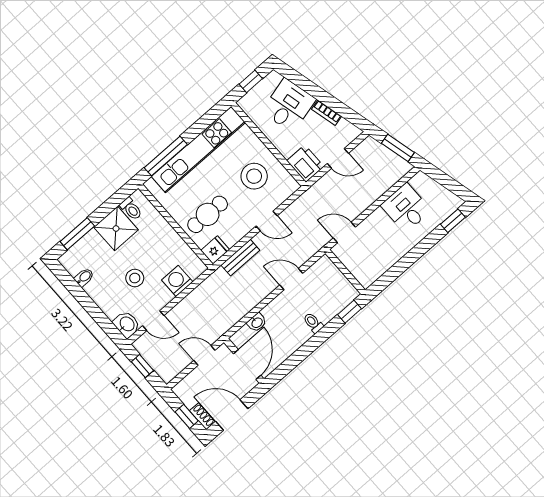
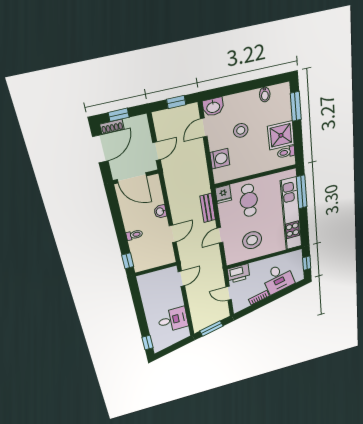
door: (338, 158) -> (229, 293), hinge flipped
washbasin: (257, 322) -> (160, 212), moved

